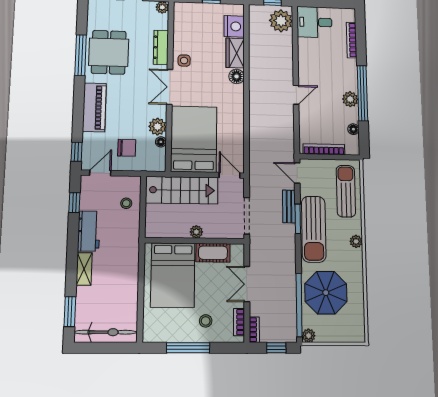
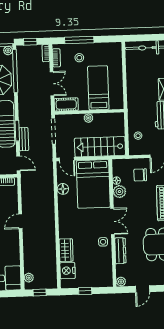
plant: (281, 21) -> (29, 278), width x0.53, depth x0.53
floor lamp: (237, 76) -> (63, 189), moved
cot: (213, 253) -> (66, 104), moved
bed: (173, 275) -> (98, 88), width x0.67
window: (188, 348) -> (79, 40), moved

